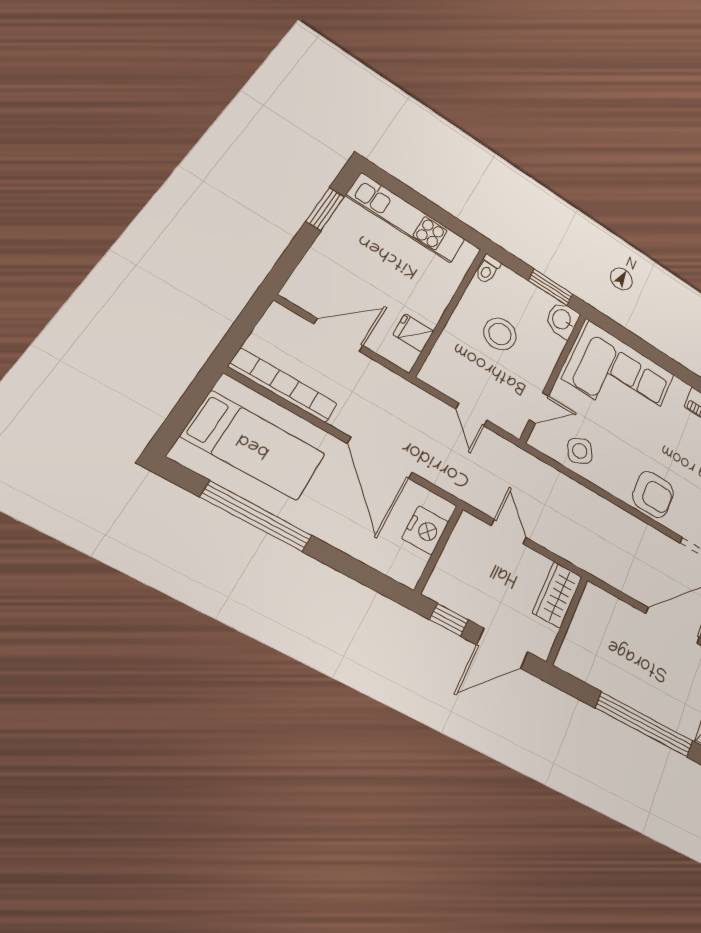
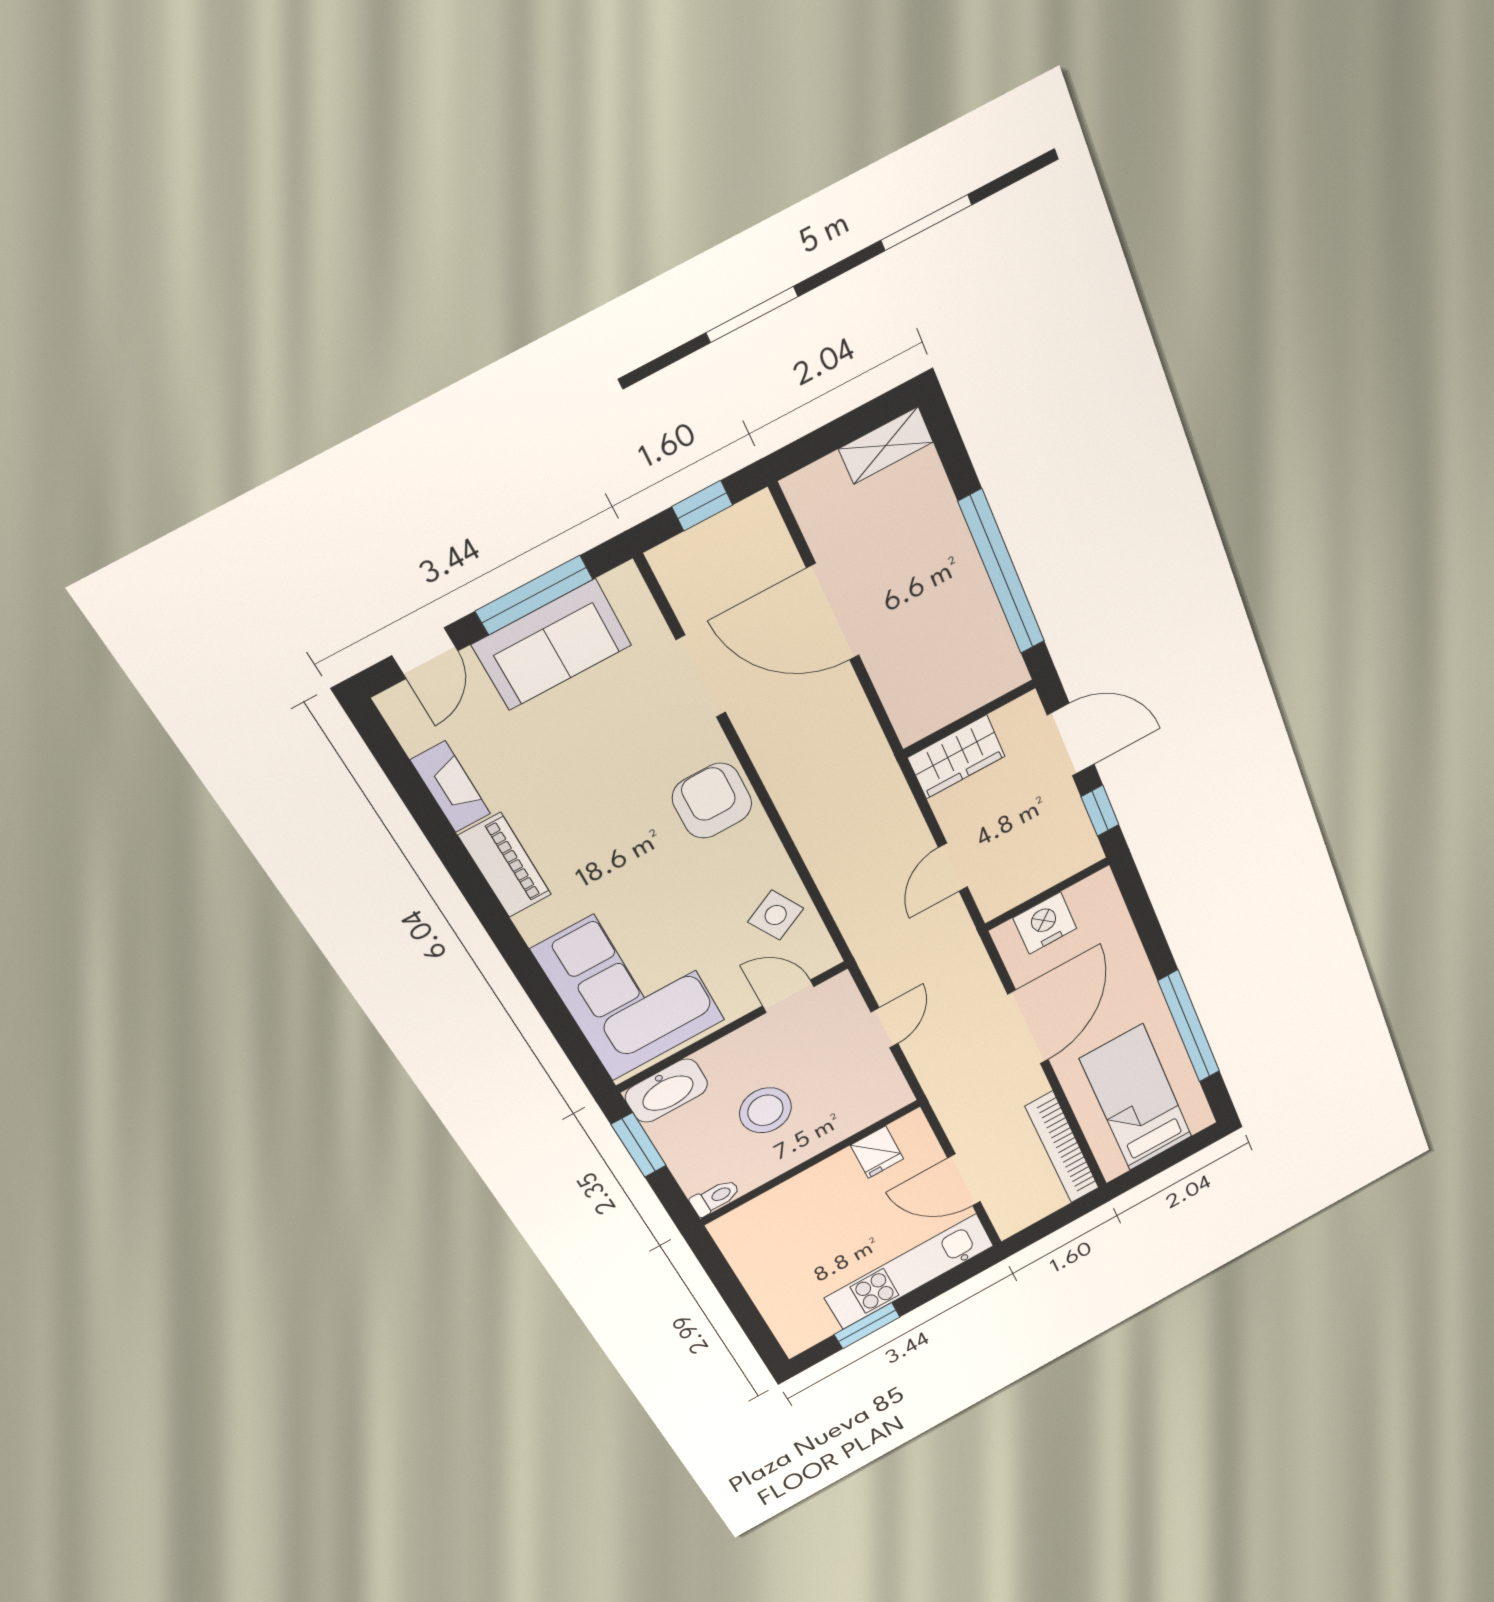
kitchen unit: (406, 218) -> (909, 1272), moved, turned -90
washbasin: (562, 320) -> (666, 1091), width x1.38
window: (645, 725) -> (1002, 573), moved

